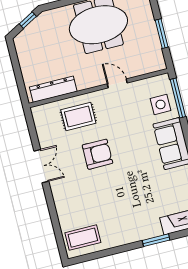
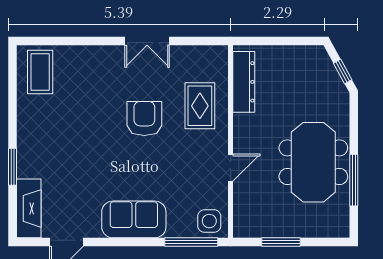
side table: (161, 104) -> (209, 221), moved
armchair: (97, 154) -> (144, 118), turned 180

